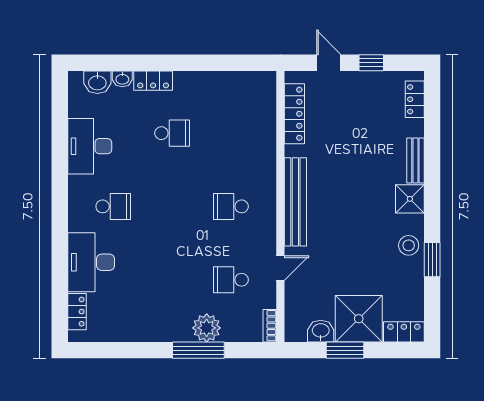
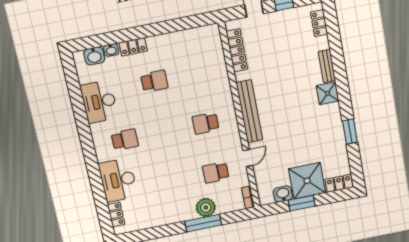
stool: (409, 245) -> (332, 125), removed

